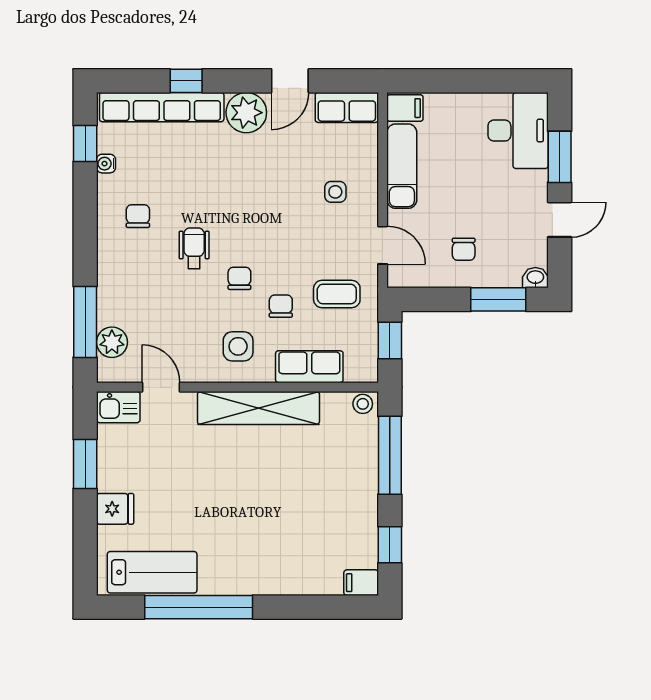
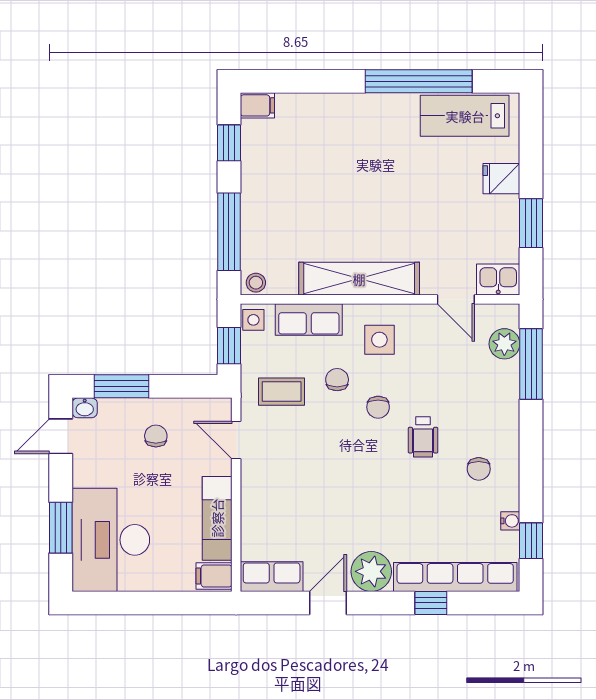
desk: (518, 131) -> (111, 540), width x1.36, depth x1.30
side table: (335, 192) -> (253, 320), moved
door: (560, 220) -> (61, 436), moved
chair: (281, 306) -> (337, 380), turned 180

